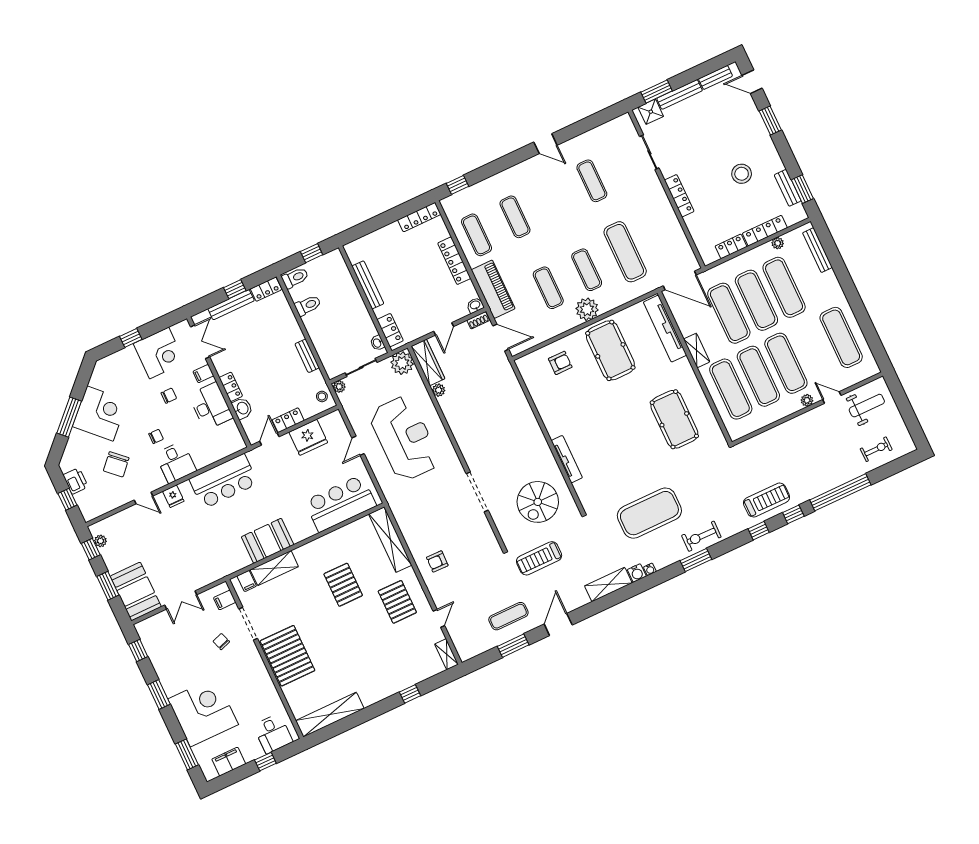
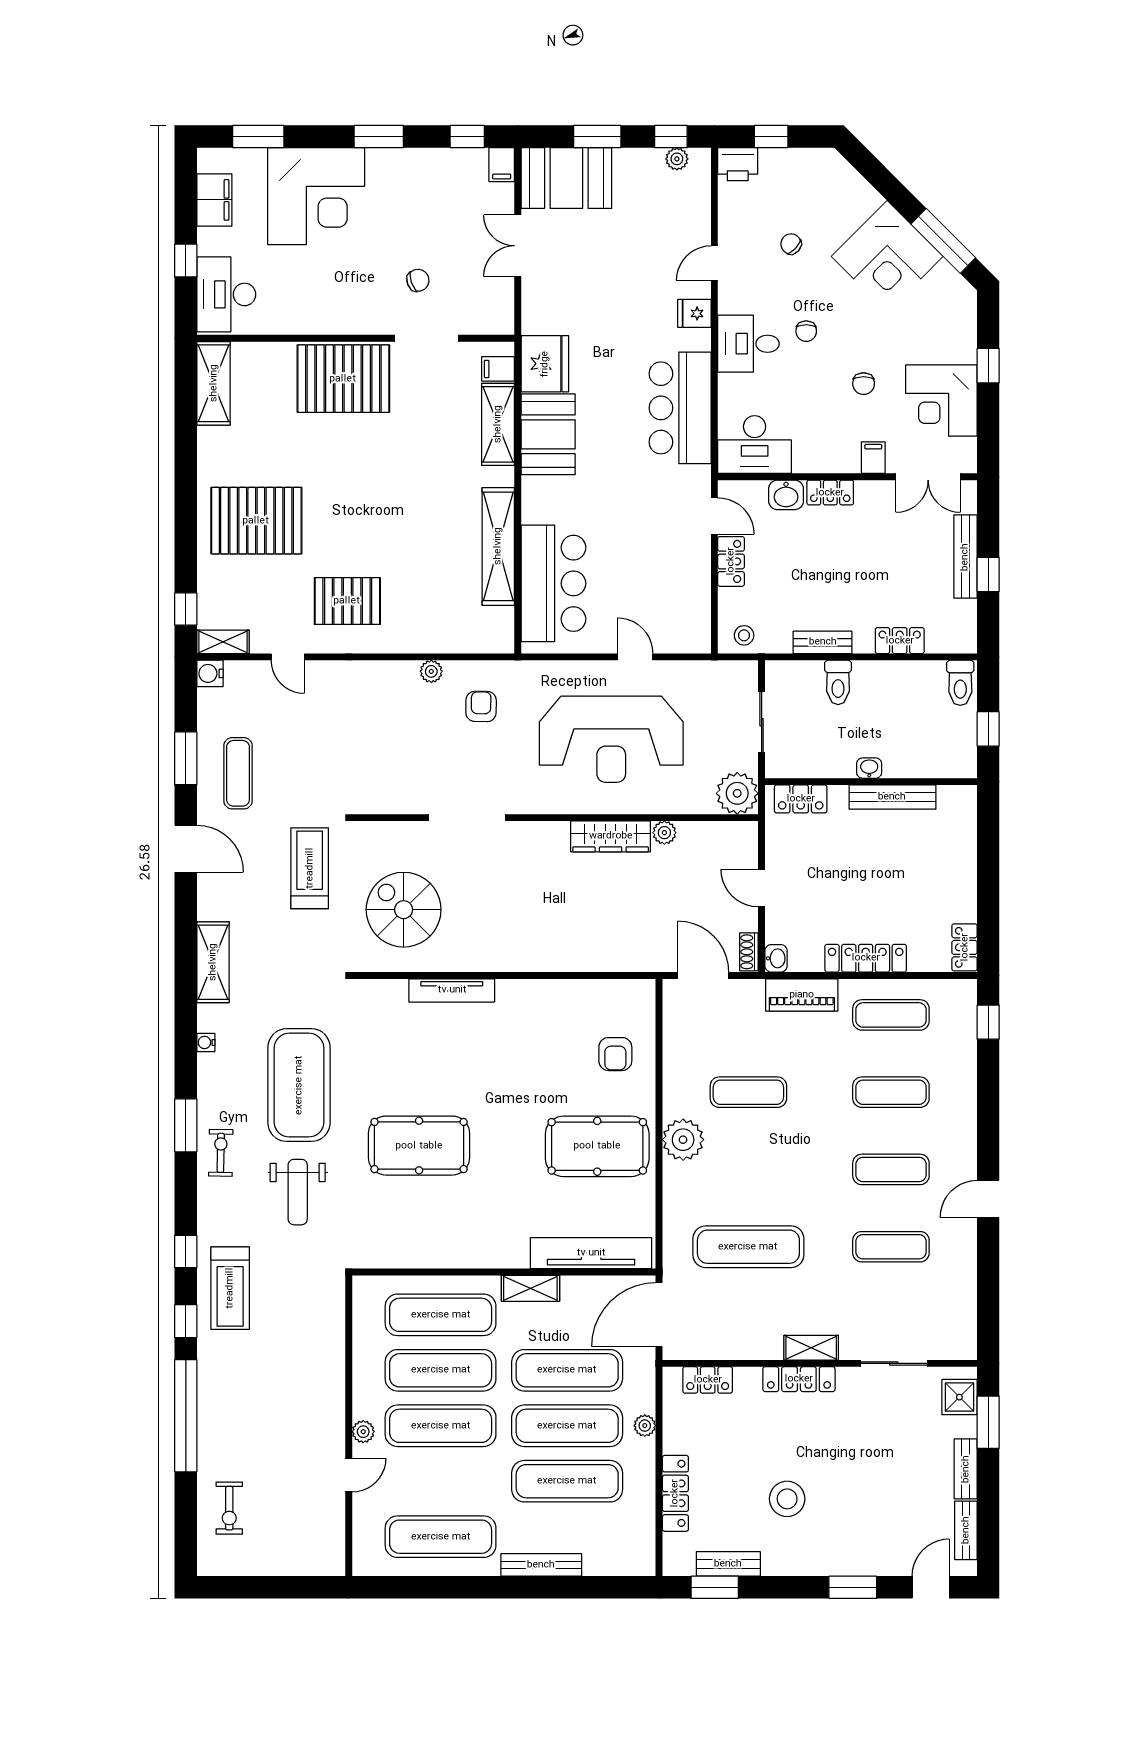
bench: (680, 94) -> (966, 1469), width x0.73
shelving: (661, 197) -> (811, 1348), added
locker: (419, 217) -> (965, 947), width x0.66
plant: (778, 243) -> (645, 1426), moved
locker: (731, 246) -> (708, 1380), moved, turned 90
bench: (817, 250) -> (541, 1565), moved
exercise mat: (587, 270) -> (891, 1169), moved
locker: (266, 289) -> (900, 641), moved, turned 90
piano: (493, 289) -> (802, 995), width x0.73, depth x0.75
toilet: (308, 305) -> (838, 682), moved
door: (501, 338) -> (703, 976), swing flipped
washbasin: (377, 343) -> (869, 768), moved
wardrobe: (428, 362) -> (611, 836), moved
plant: (339, 387) -> (431, 671), moved
desk: (211, 406) -> (755, 445), moved
weight bench: (867, 406) -> (298, 1192), moved
window: (69, 417) -> (943, 241), moved
pool table: (674, 419) -> (419, 1146), moved
fridge: (308, 437) -> (545, 364), moved, turned 180
chair: (116, 464) -> (791, 244), width x0.54, depth x0.54
printer: (76, 481) -> (738, 164), moved
exercise bike: (701, 536) -> (221, 1153), width x0.73, depth x0.72
shelving: (390, 540) -> (498, 546), moved, turned 90
armchair: (437, 561) -> (481, 706), moved
water cooler: (637, 573) -> (210, 673), moved
pallet: (343, 585) -> (256, 521), moved, width x1.37, depth x1.41
filing cabinet: (225, 600) -> (502, 165), moved, turned 180
window: (410, 694) -> (186, 609), moved
shelving: (330, 715) -> (214, 383), width x0.68
desk: (273, 734) -> (226, 294), width x1.37

